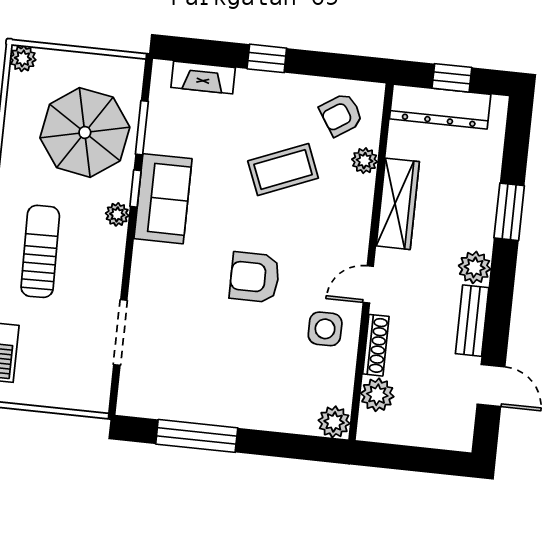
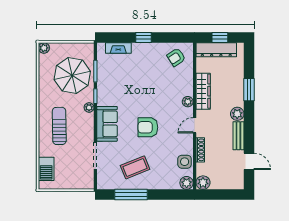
plant: (365, 161) -> (188, 102), moved
coffee table: (283, 170) -> (135, 167), moved
sofa: (163, 199) -> (107, 124), moved
side table: (325, 329) -> (185, 162), moved
plant: (377, 395) -> (203, 183), moved

